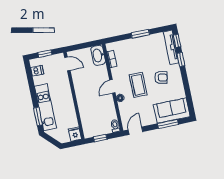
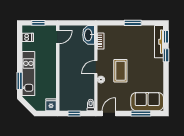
door: (67, 64) -> (58, 37), hinge flipped
armchair: (161, 77) -> (144, 68), removed

